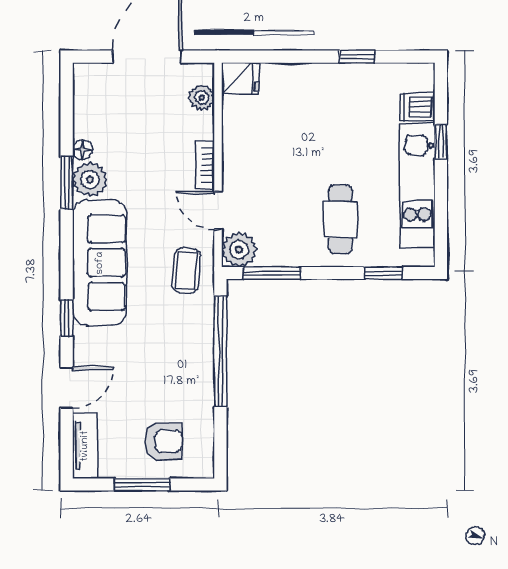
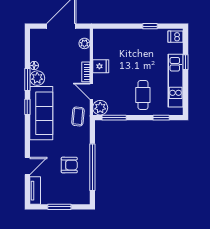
fridge: (240, 78) -> (101, 66), moved
dishwasher: (417, 107) -> (176, 37), moved
window: (67, 318) -> (27, 107), moved
window: (220, 351) -> (92, 167), moved
armchair: (163, 441) -> (69, 165), moved

